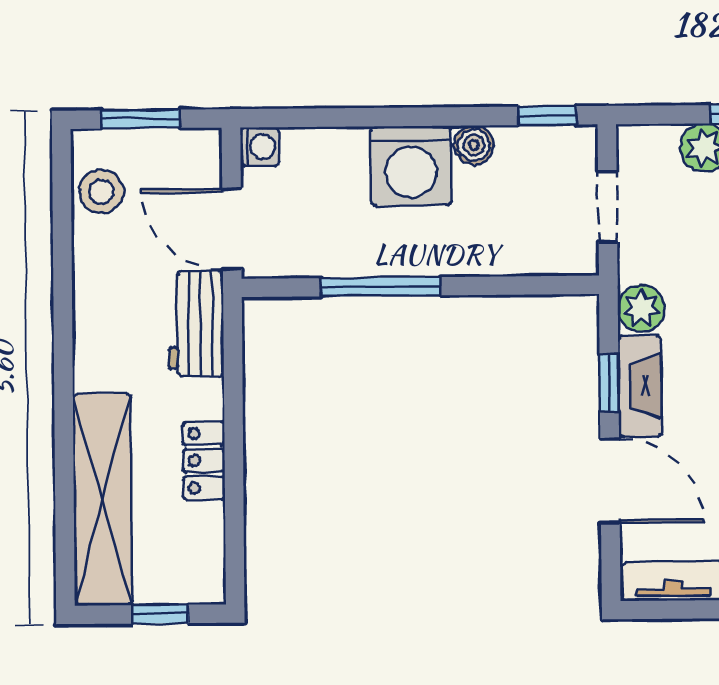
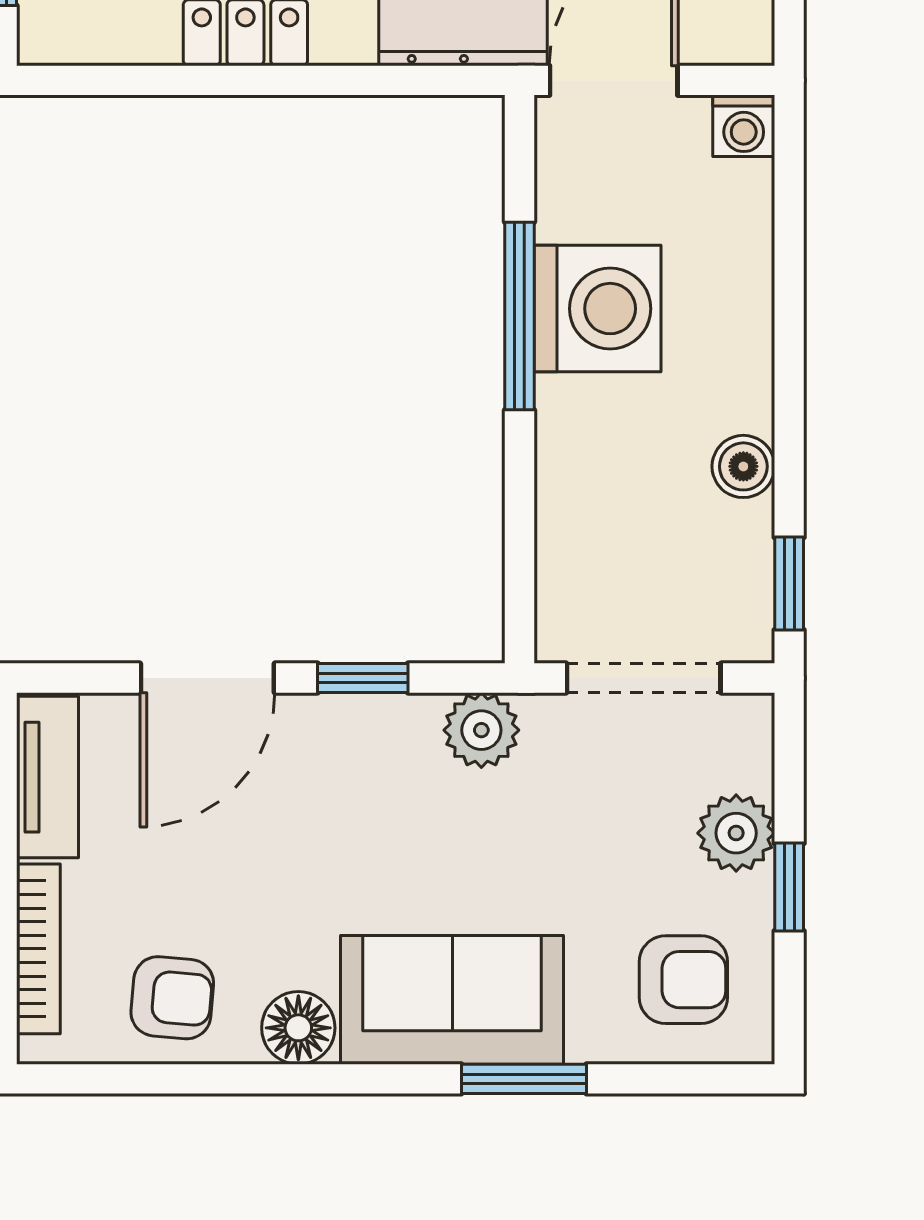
washing machine: (411, 166) -> (597, 309), moved, turned 180
doorway: (608, 207) -> (644, 678), width x1.38
fireplace: (640, 386) -> (358, 727), removed

